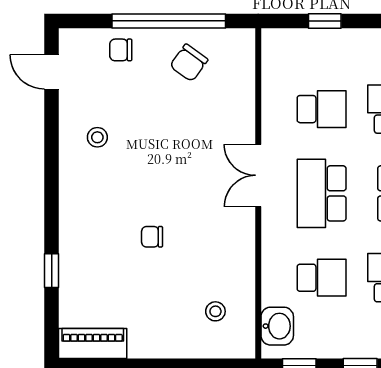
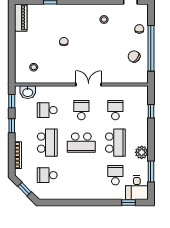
school desk: (322, 109) -> (115, 110), turned 180
school desk: (322, 193) -> (81, 110), width x0.54
school desk: (322, 278) -> (47, 110), turned 90

